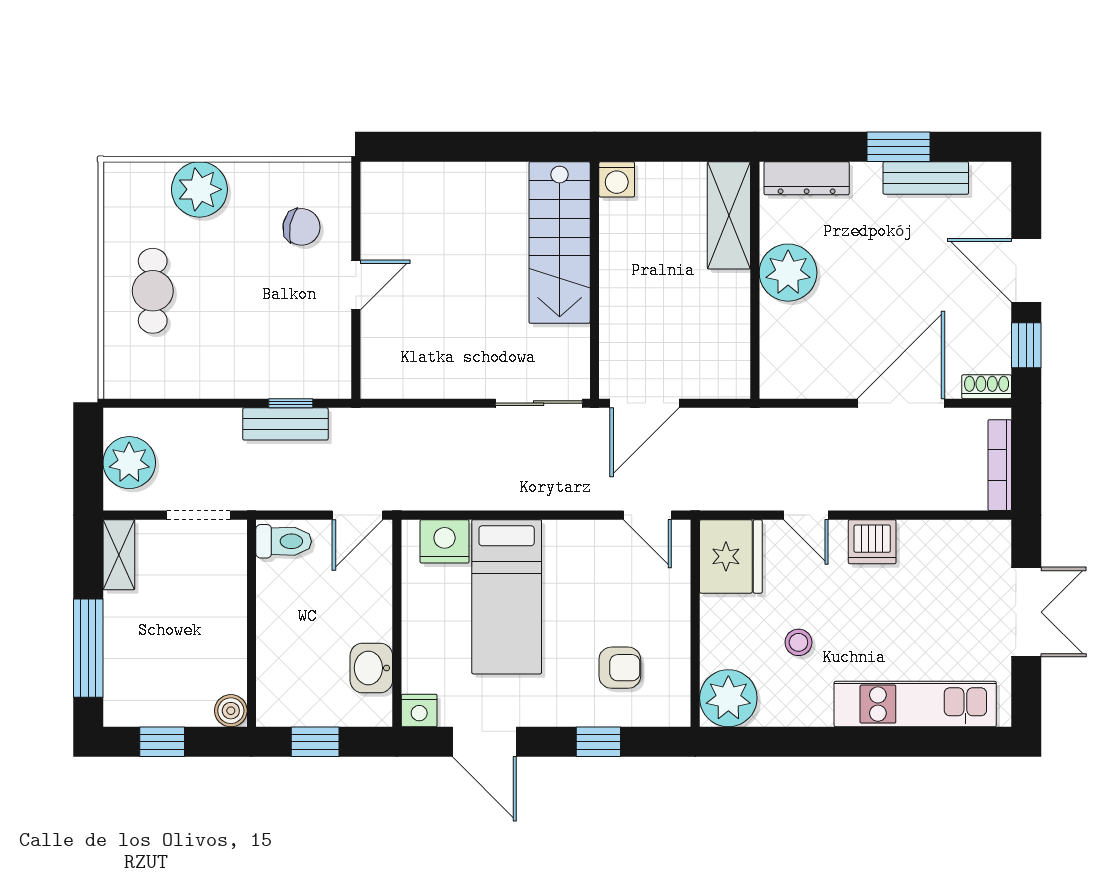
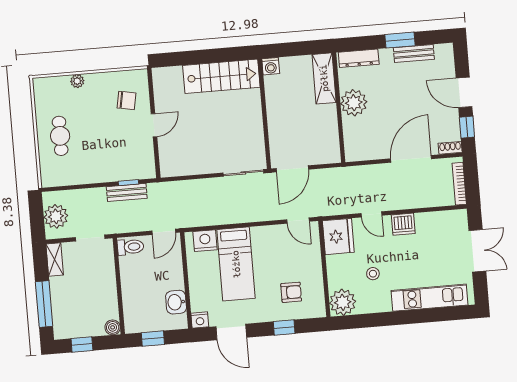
plant: (199, 189) -> (77, 81), width x0.53, depth x0.53
stairs: (560, 242) -> (221, 76), moved, turned -90

